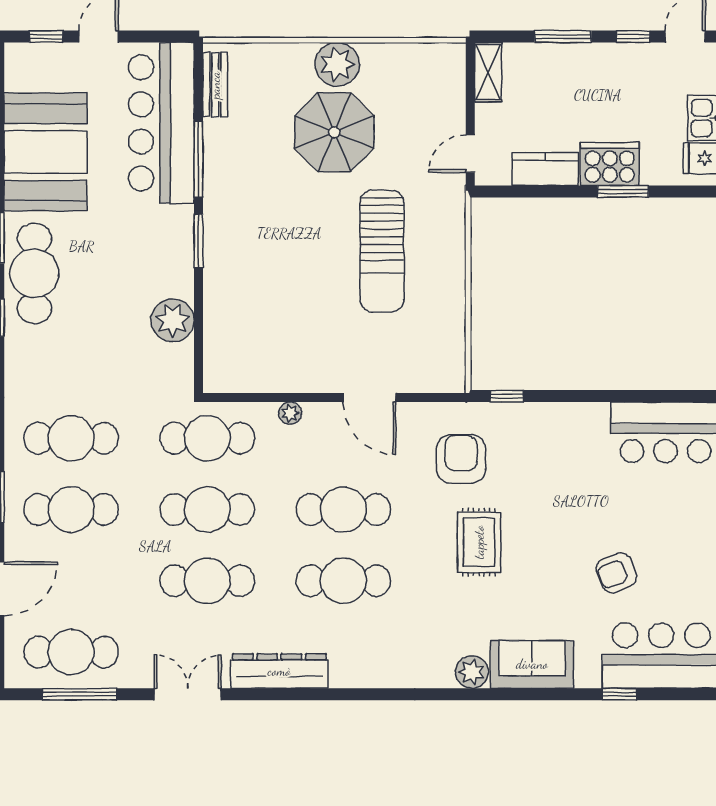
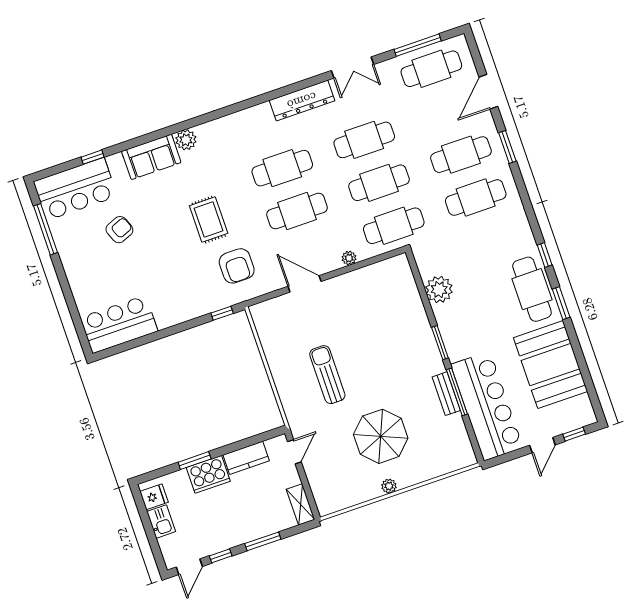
plant: (337, 64) -> (389, 486), width x0.53, depth x0.53
bench: (215, 85) -> (446, 394), moved
sun lounger: (382, 251) -> (327, 375), width x0.73, depth x0.75

